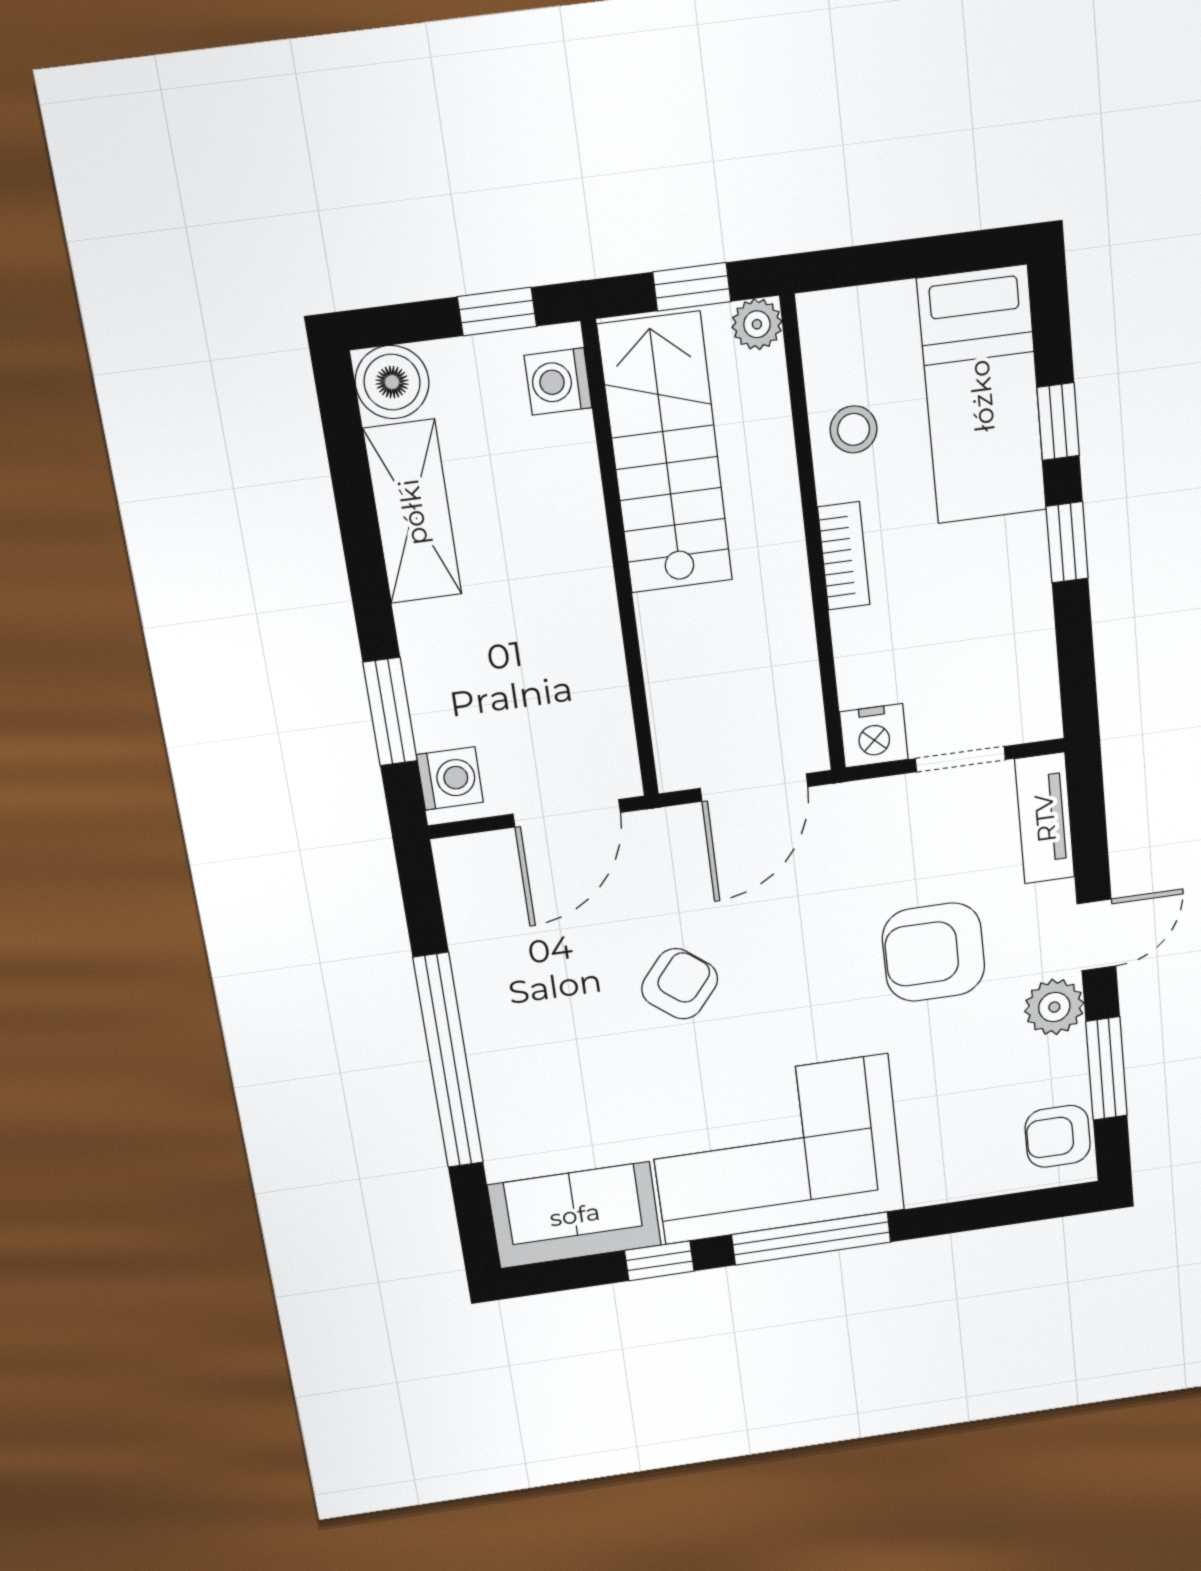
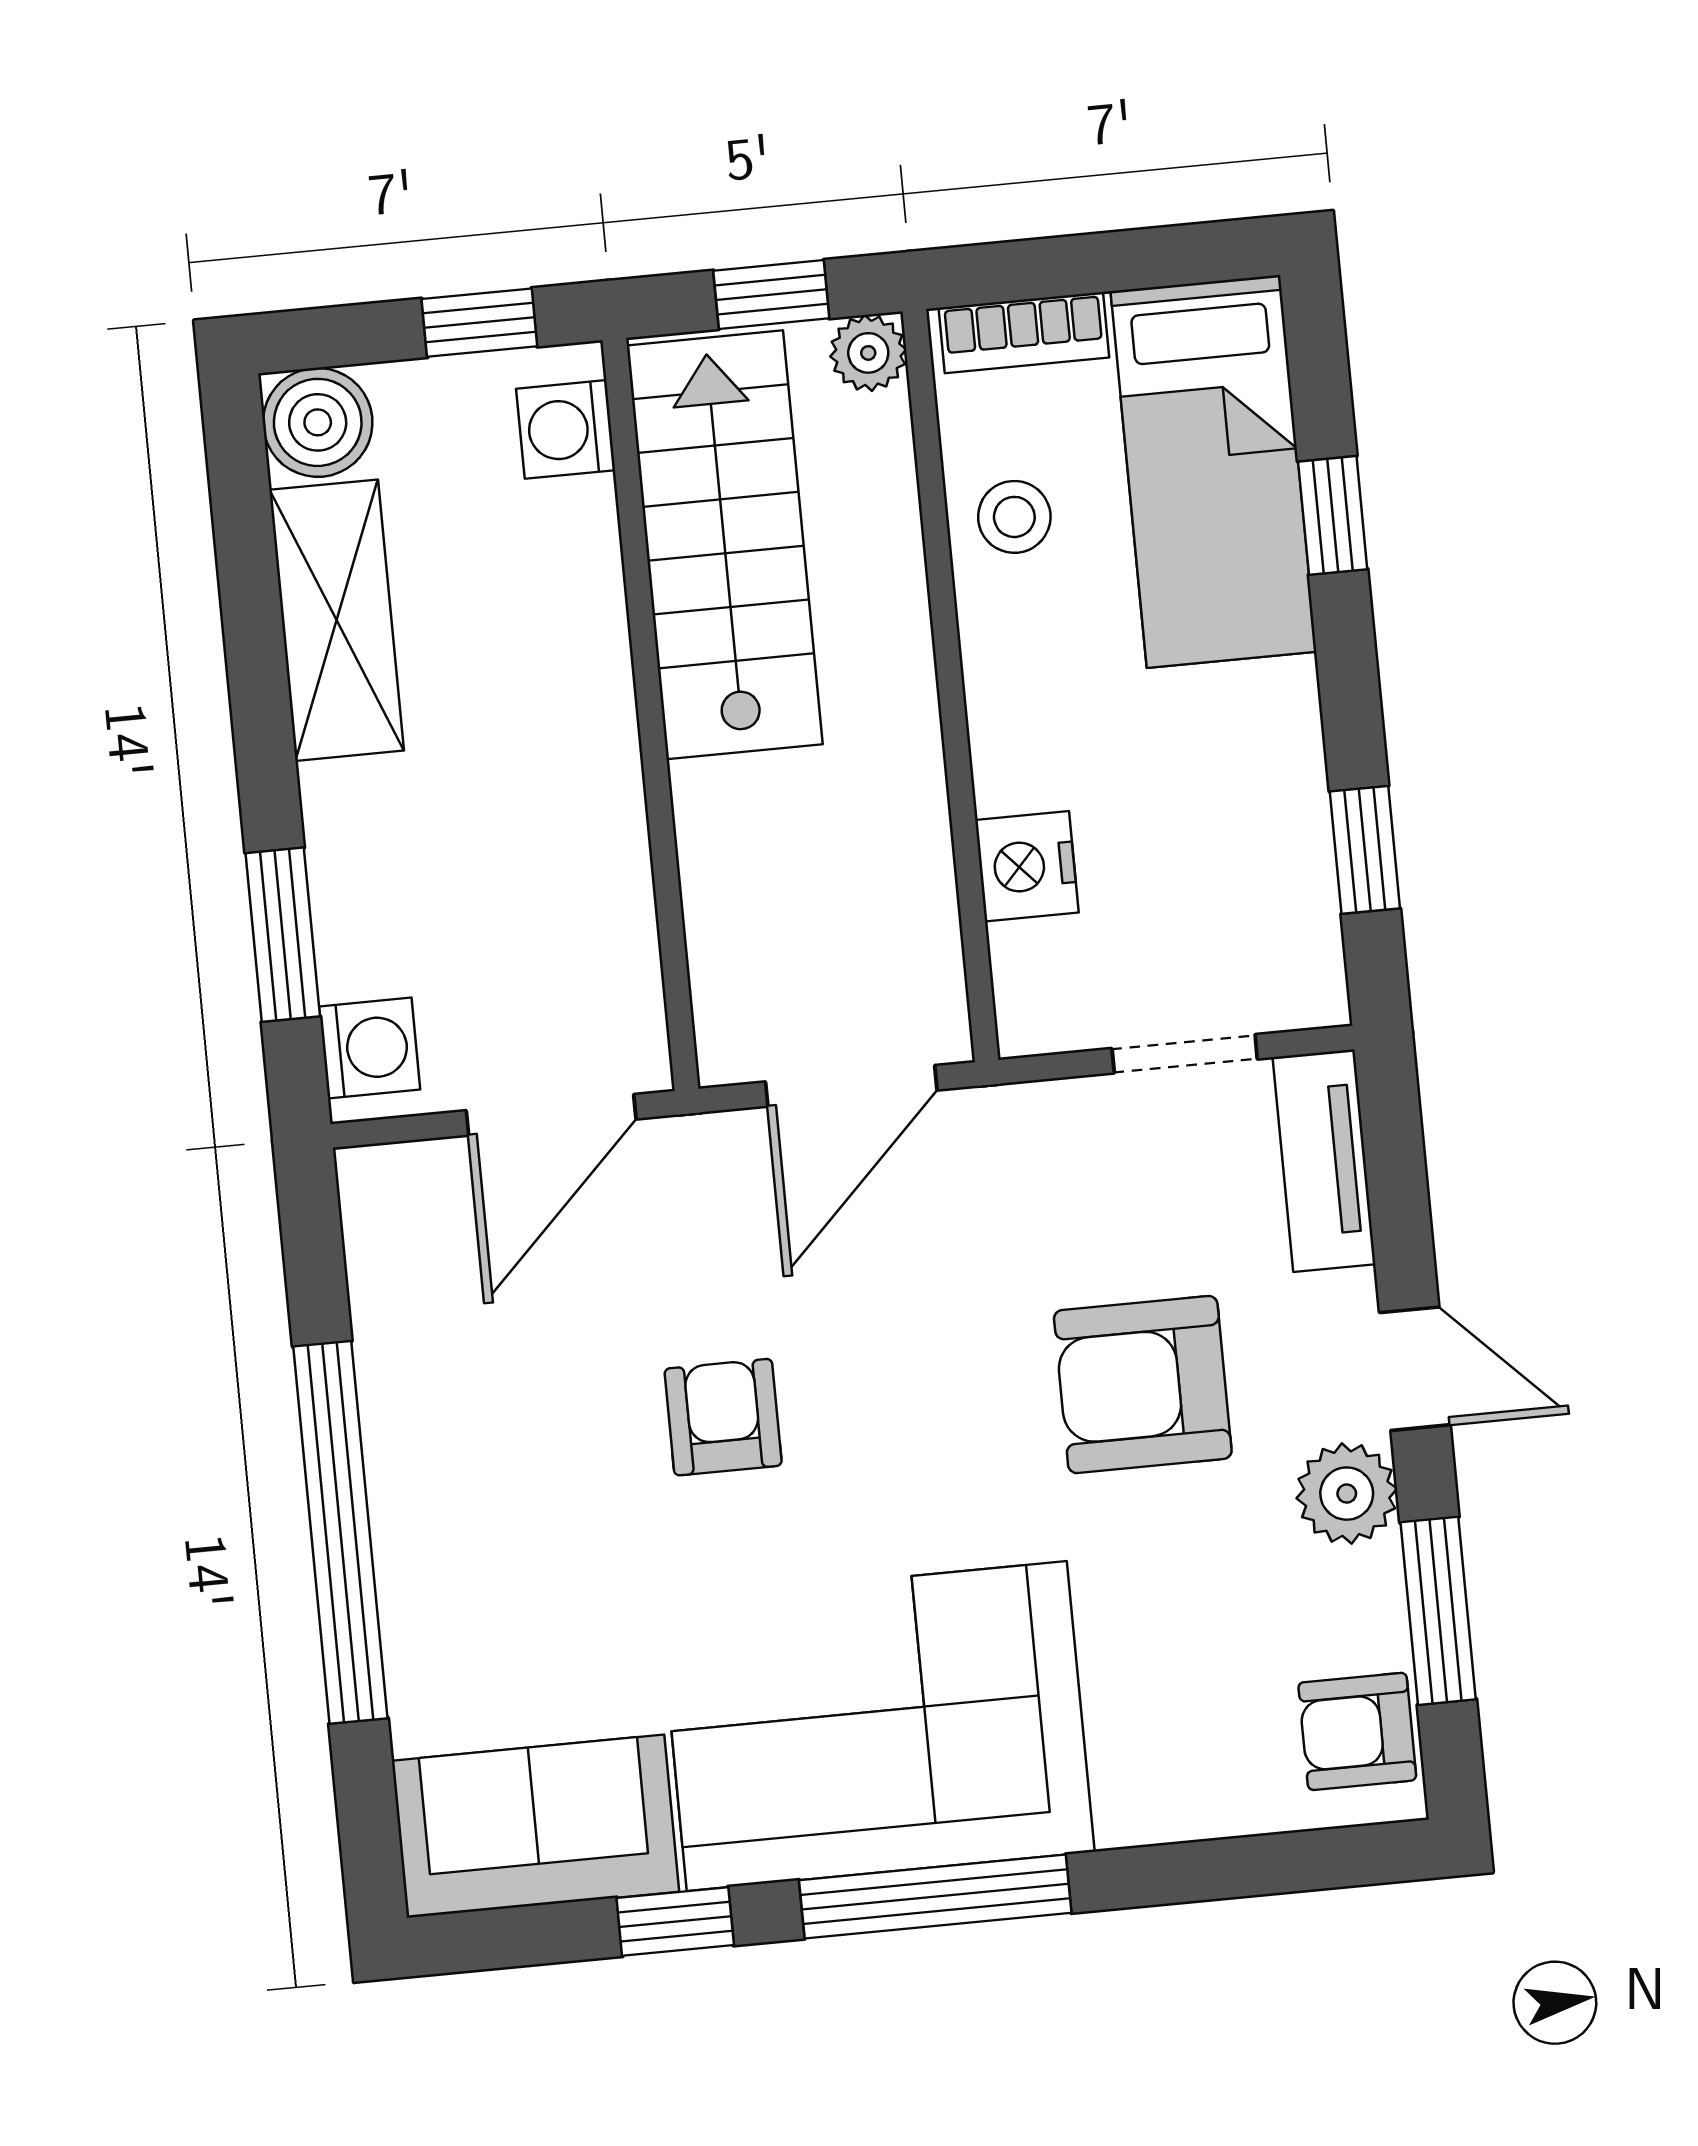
window: (1067, 542) -> (1365, 850), moved
bookcase: (844, 556) -> (1024, 333), moved, turned 90
nightstand: (874, 736) -> (1027, 866), moved, turned 90
door: (1096, 935) -> (1415, 1369), hinge flipped
armchair: (680, 984) -> (723, 1417), turned -39

